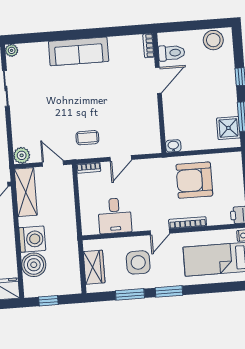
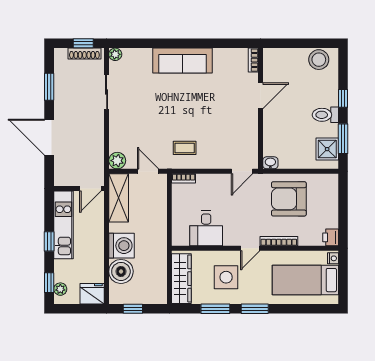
toilet: (172, 53) -> (325, 115), moved, turned 180
door: (121, 158) -> (242, 171), moved
wardrobe: (94, 267) -> (181, 279), width x1.50

